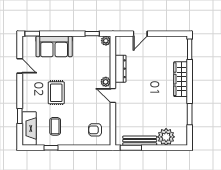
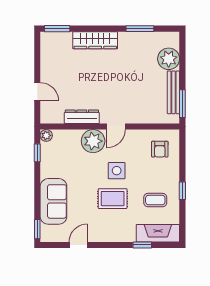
plant: (106, 82) -> (93, 141), width x1.88, depth x1.88
side table: (78, 96) -> (117, 171), added
window: (51, 148) -> (182, 191), moved

